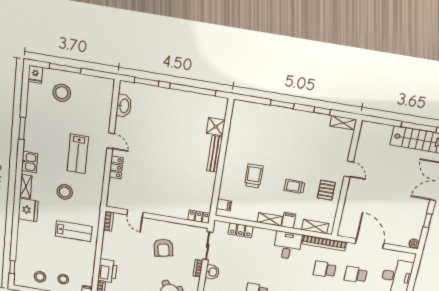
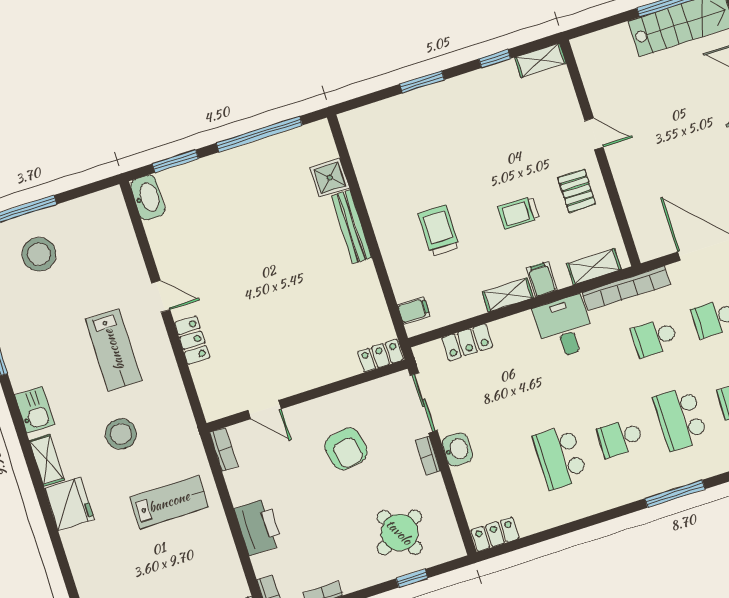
washbasin: (124, 106) -> (148, 198), moved
printer: (107, 271) -> (259, 527), moved

